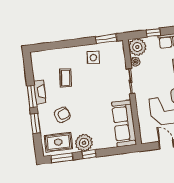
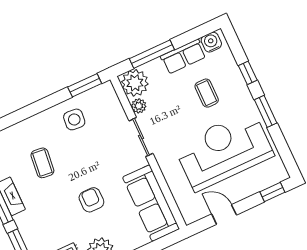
window: (153, 33) -> (152, 54), width x2.17
armchair: (62, 115) -> (91, 200), moved, turned -69

